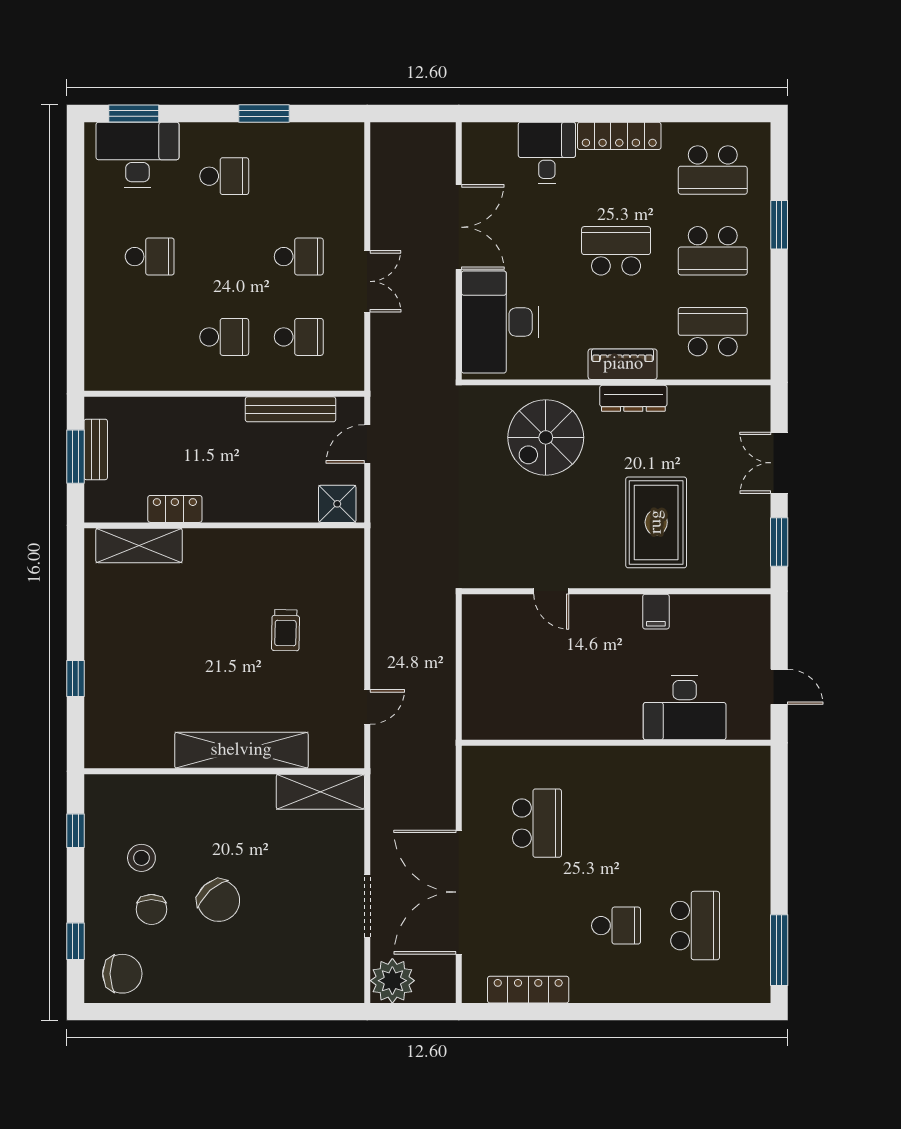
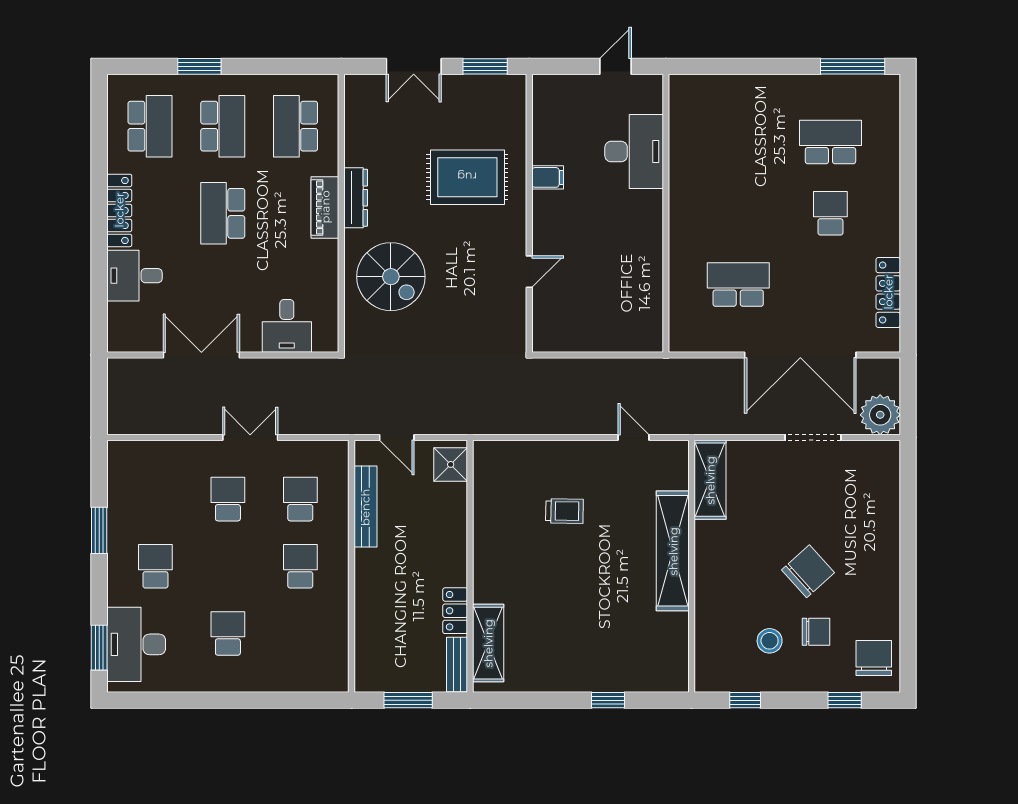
desk: (500, 322) -> (287, 326), width x0.53, depth x0.77
bench: (96, 449) -> (457, 664), moved, turned 90

